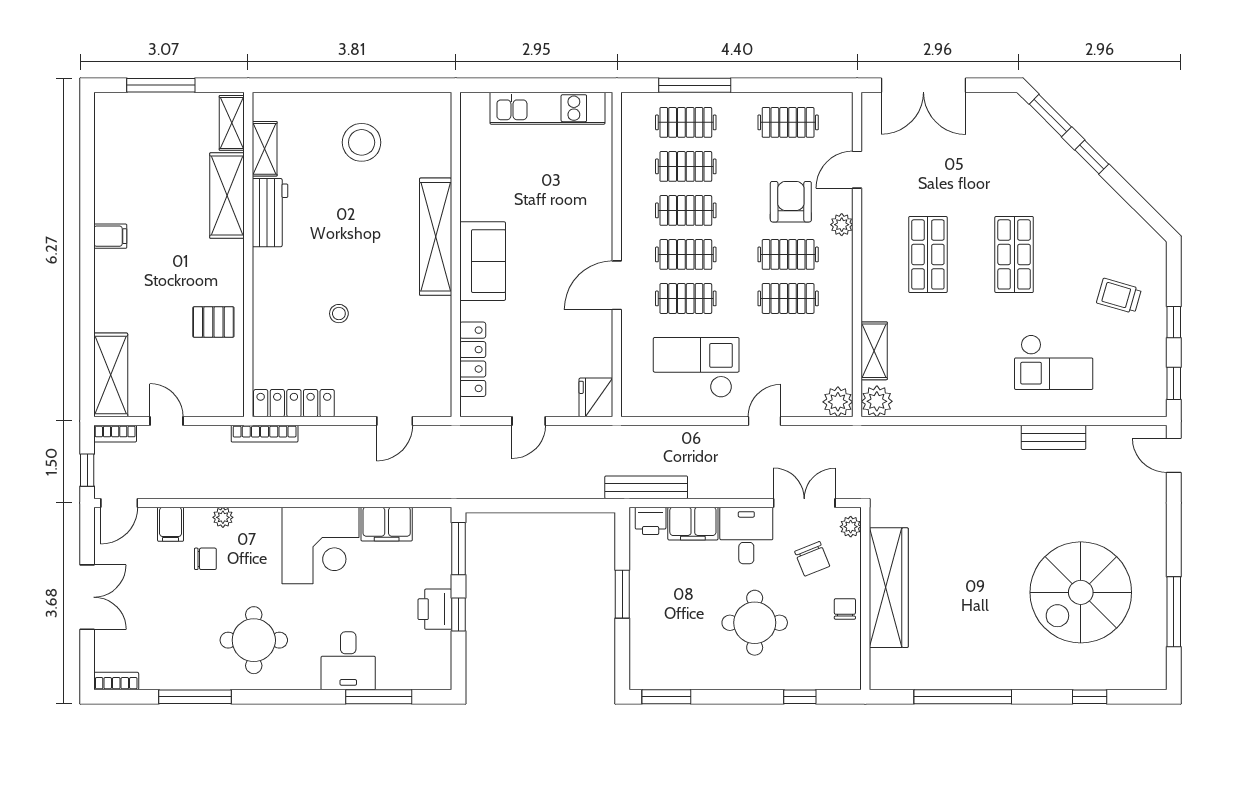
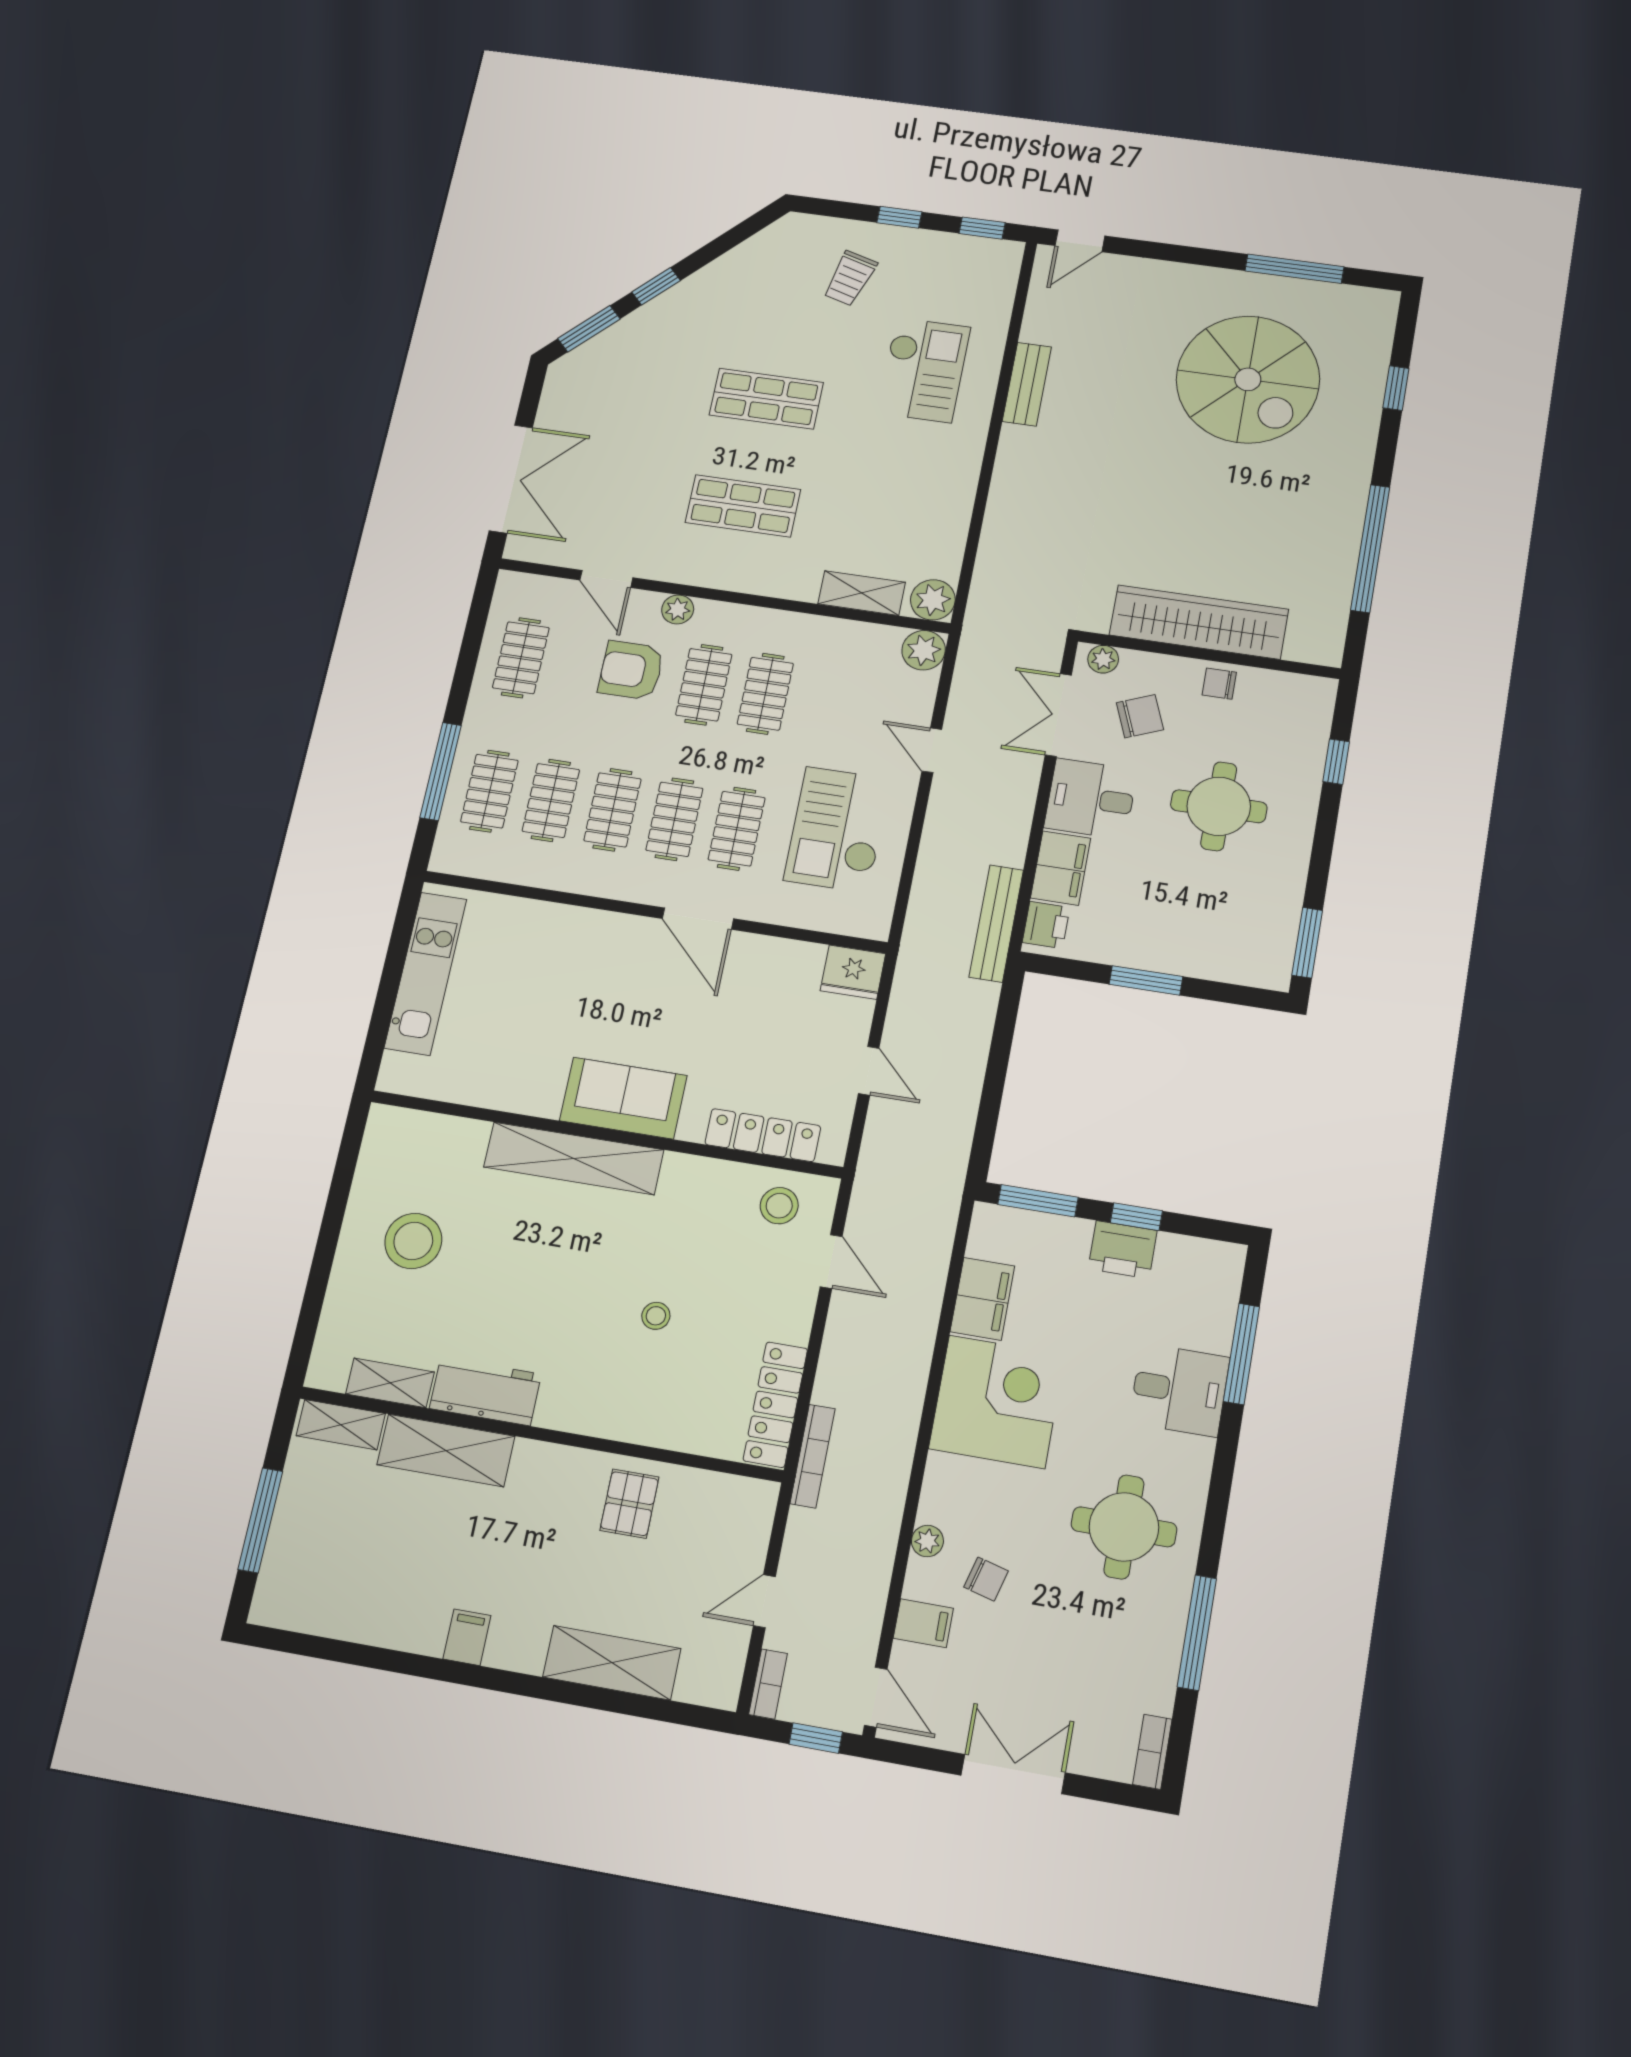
shelving: (111, 375) -> (612, 1663), moved
stool: (426, 380) -> (779, 1206), added
chair: (205, 559) -> (986, 1579), turned 105

